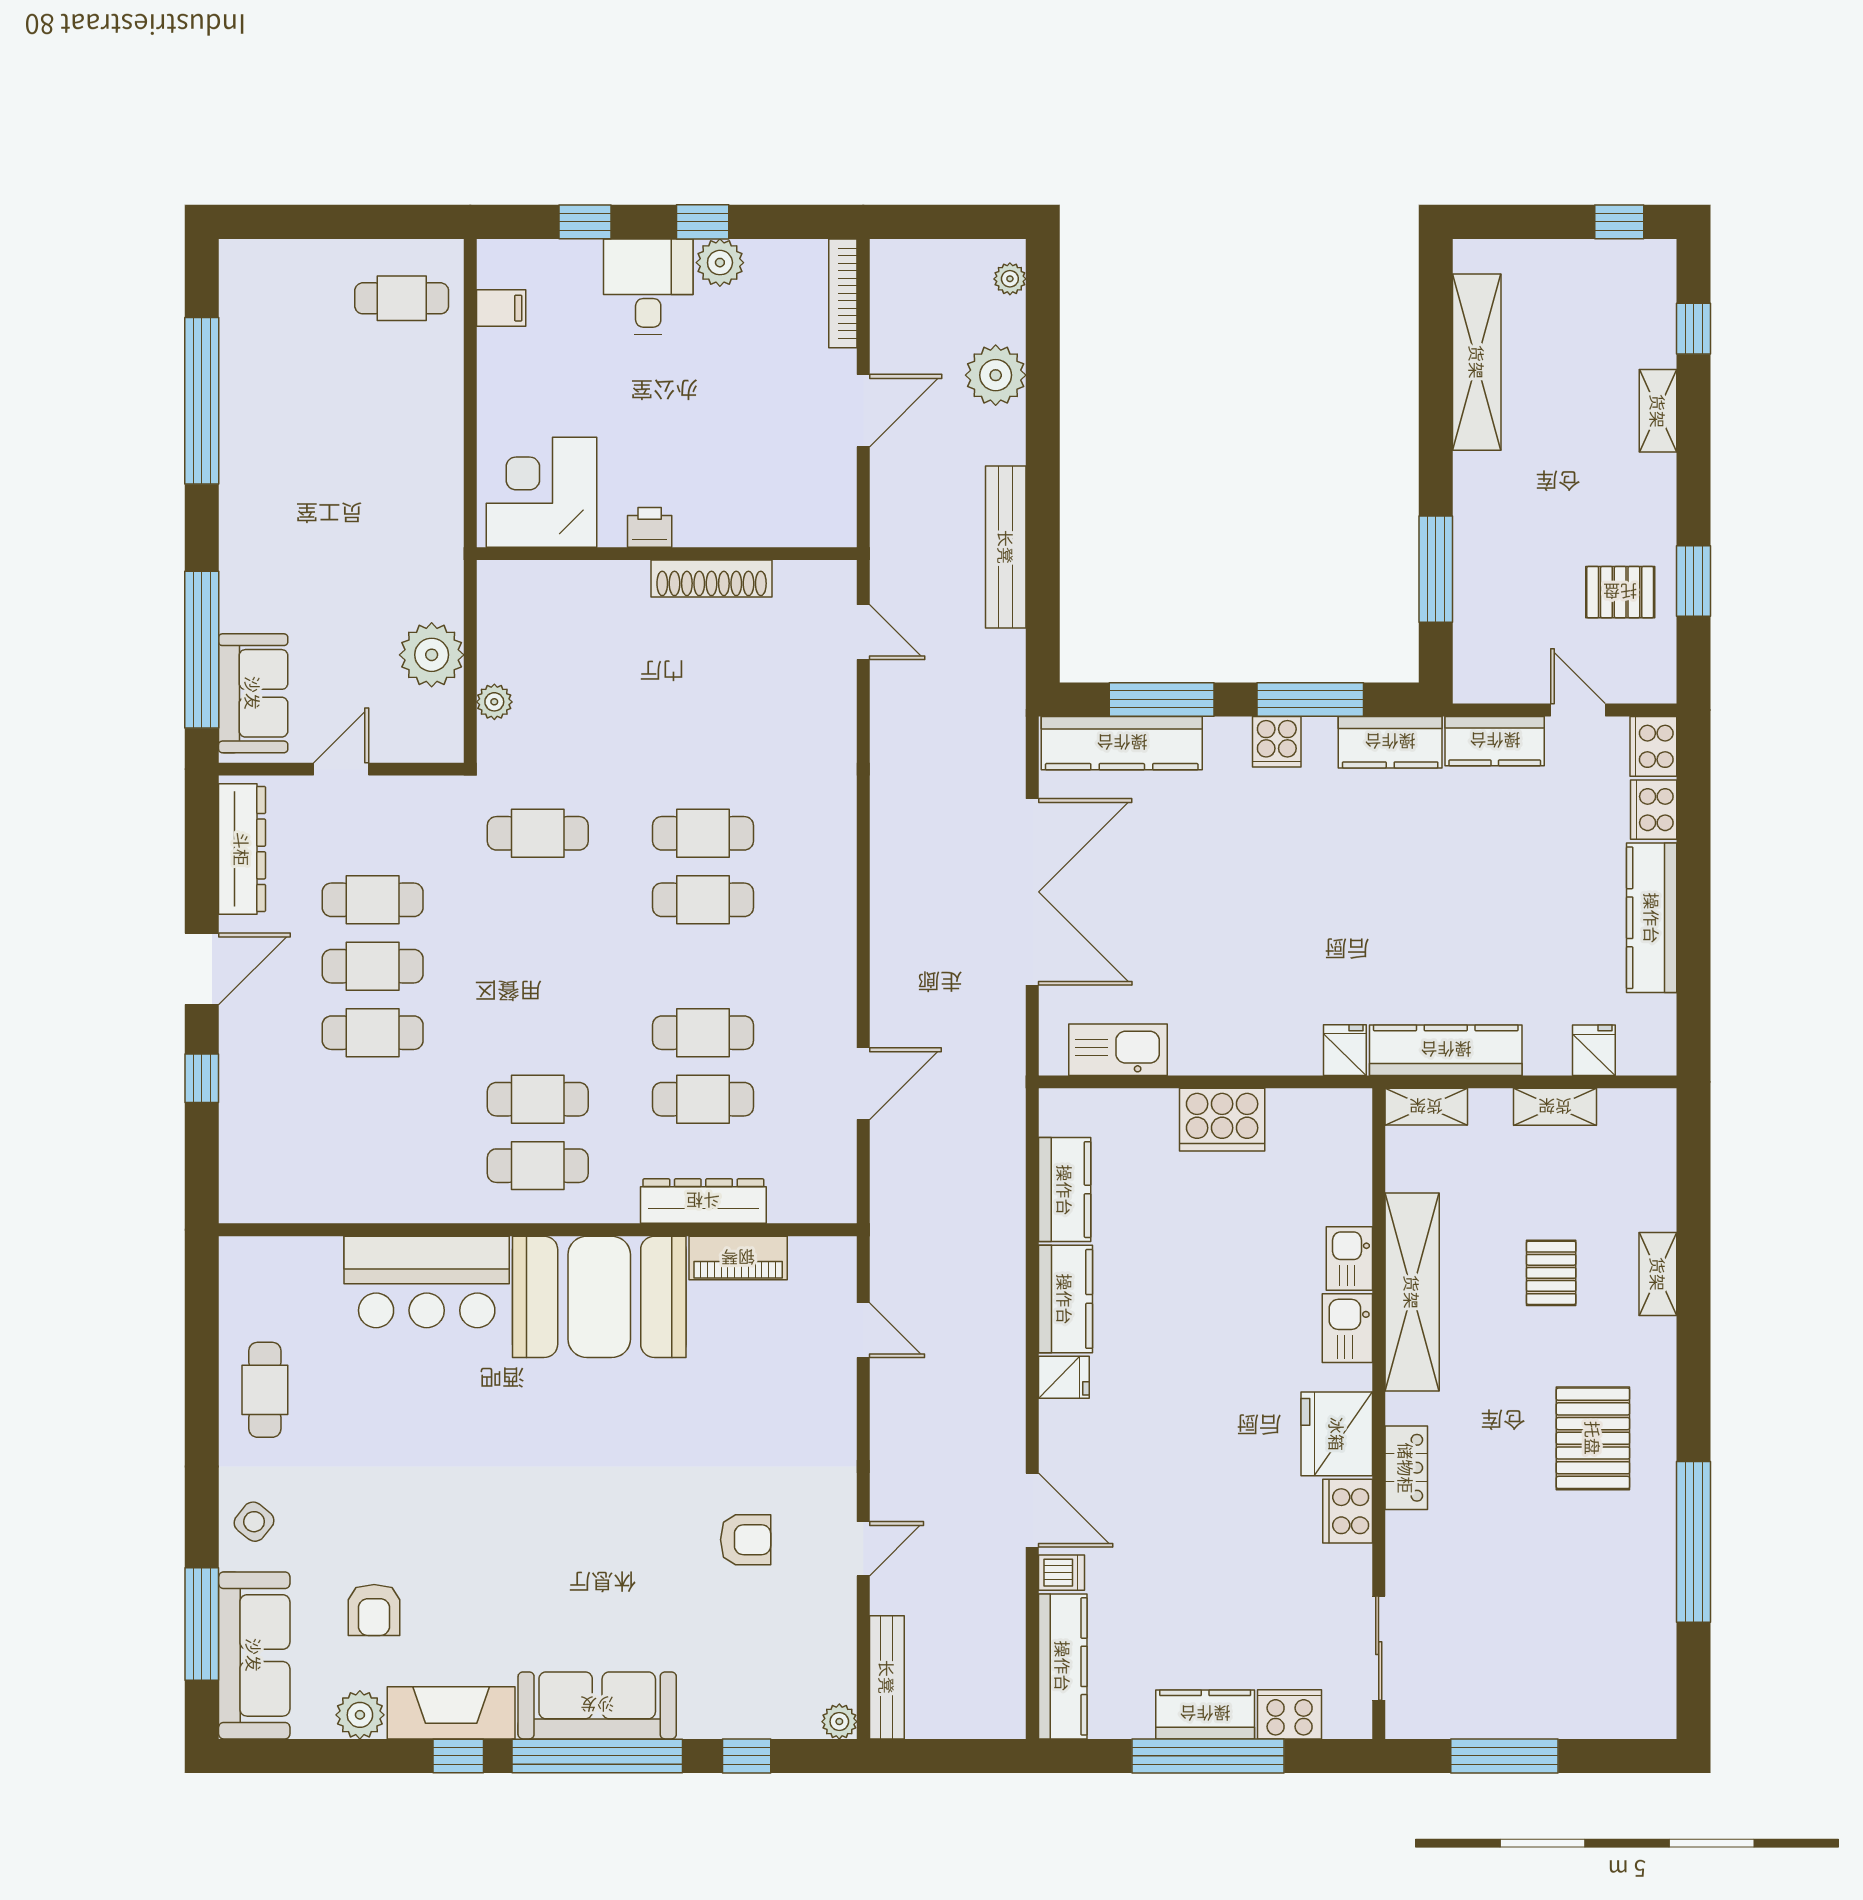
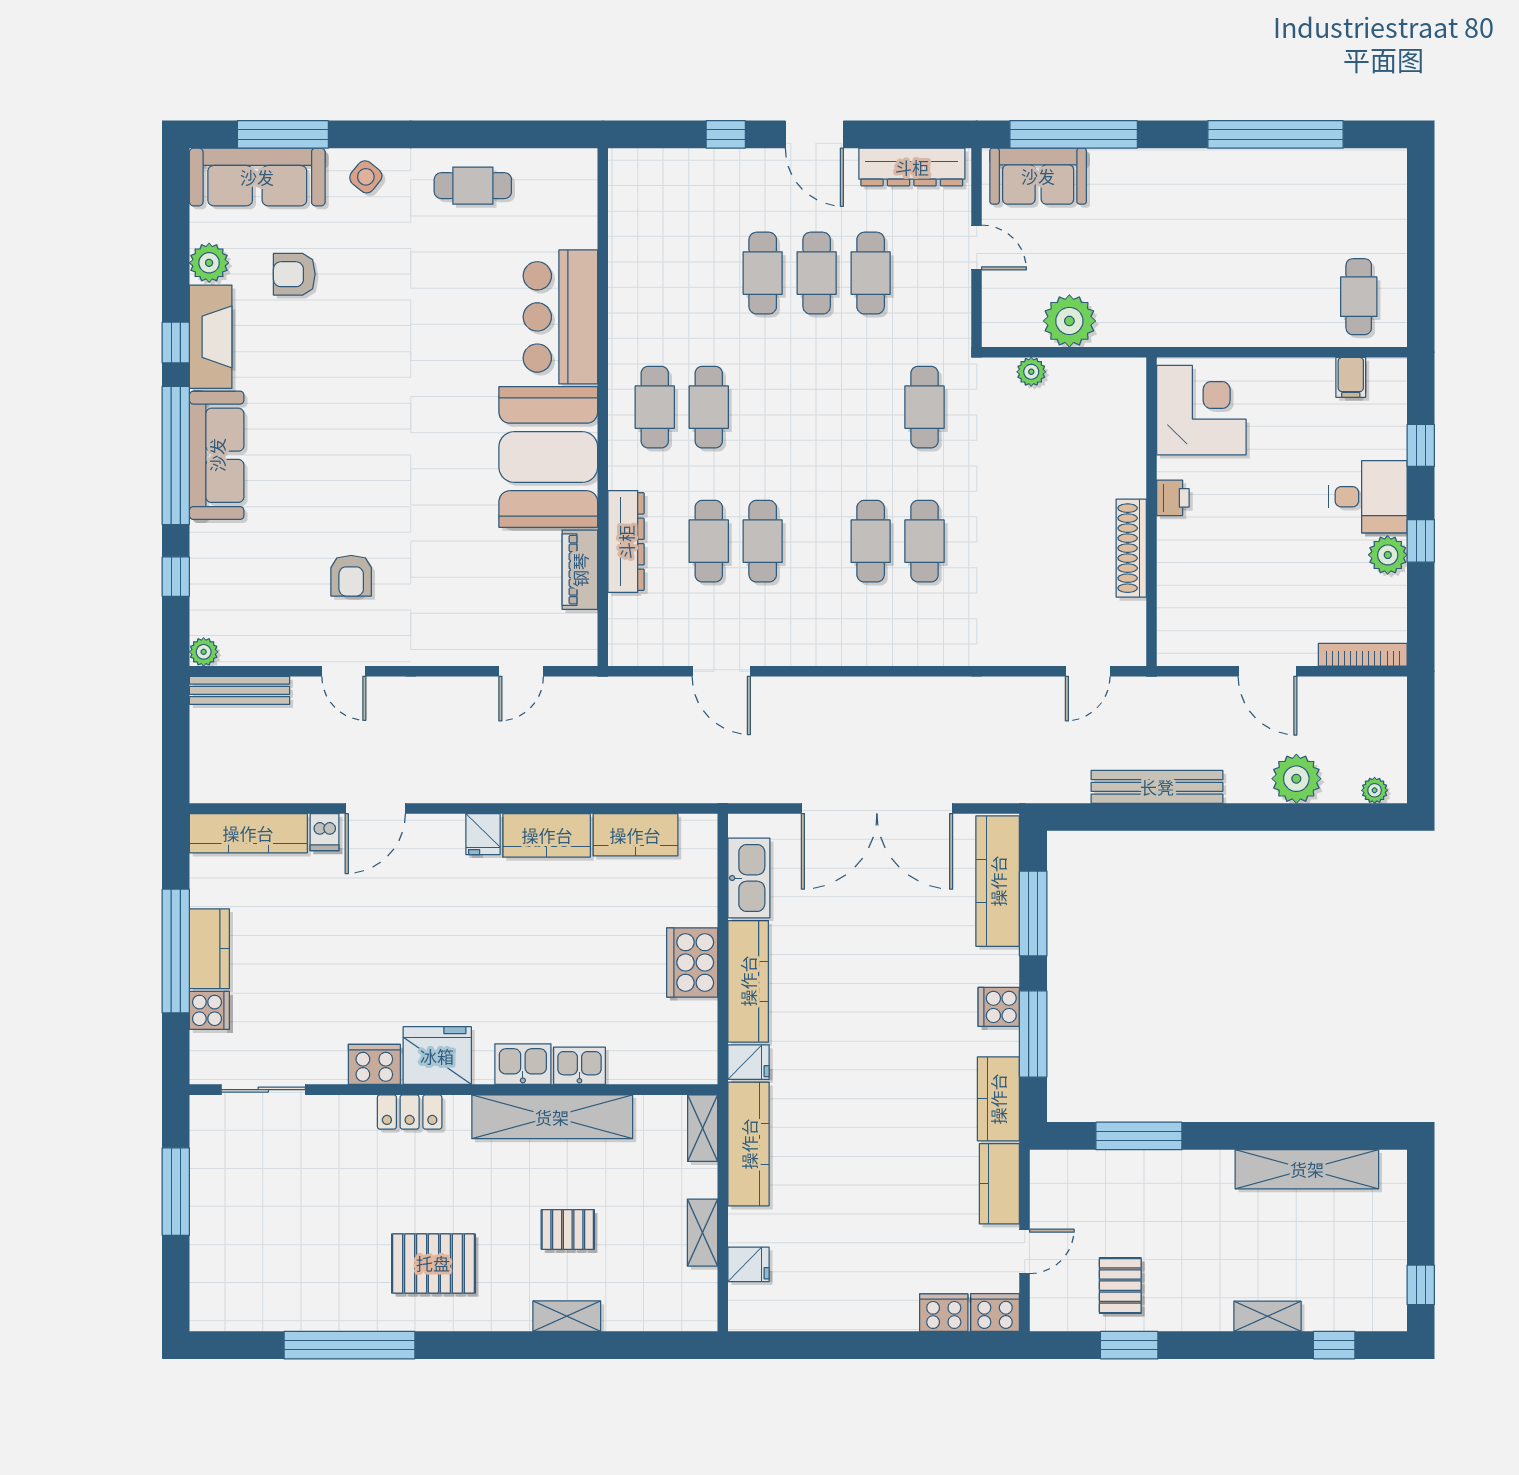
kitchen counter: (1652, 918) -> (748, 981), moved, turned 90
cooker: (1290, 1714) -> (209, 1010), width x0.73

